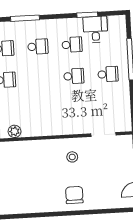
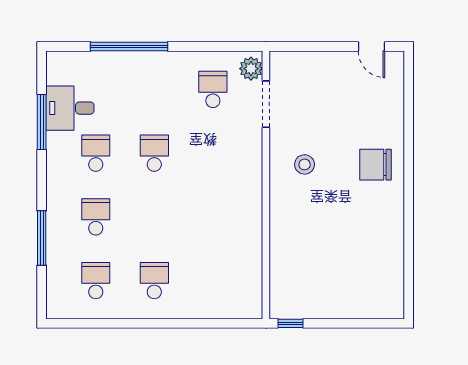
window: (87, 15) -> (42, 122), width x1.44
school desk: (108, 74) -> (213, 89), moved
plant: (15, 131) -> (251, 69), moved

